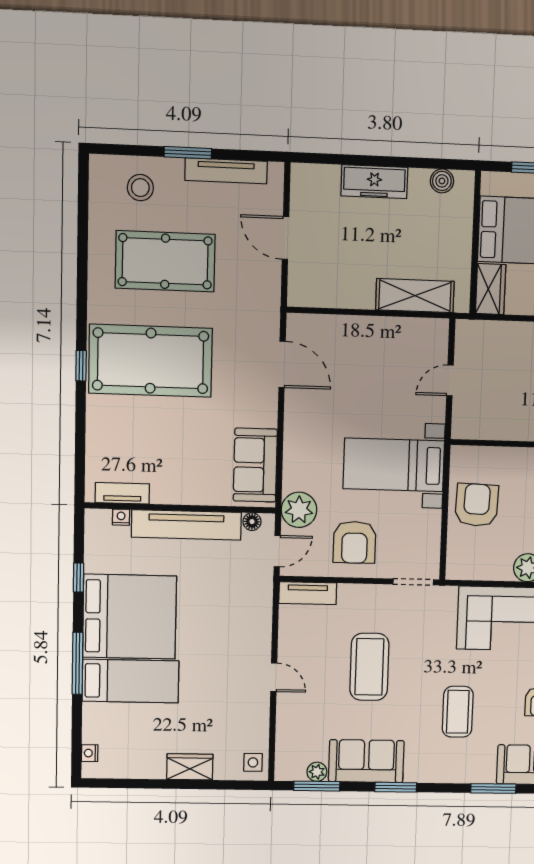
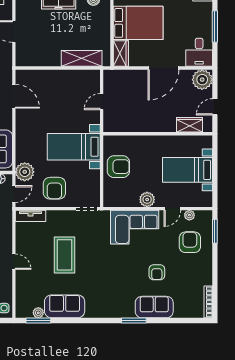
armchair: (477, 505) -> (118, 167), turned 88
coffee table: (458, 712) -> (113, 278), removed
window: (396, 787) -> (81, 321), removed

